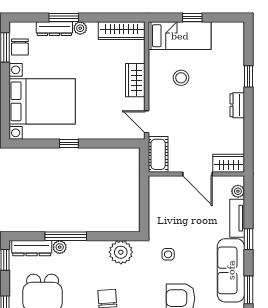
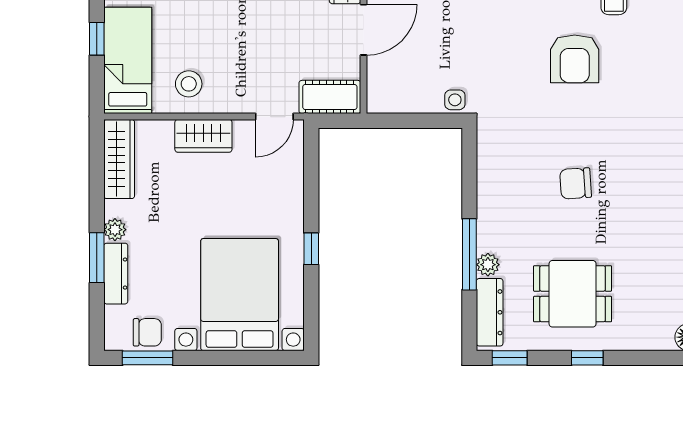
stool: (181, 78) -> (189, 84), moved
plant: (121, 252) -> (497, 161), removed
side table: (168, 254) -> (455, 100), moved

